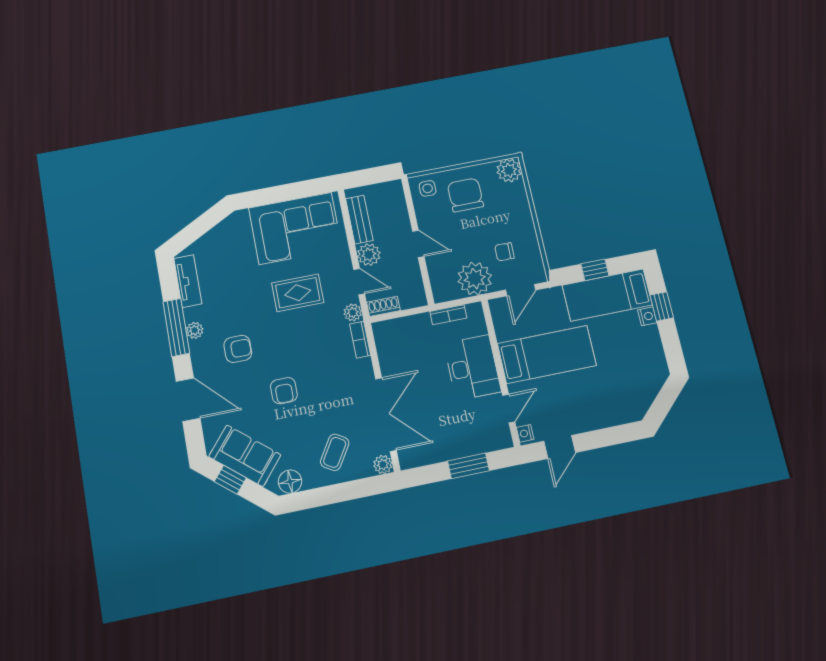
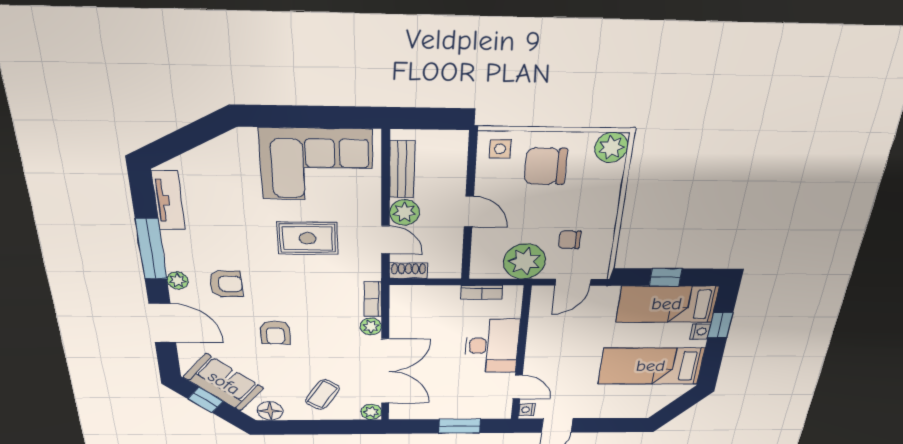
chair: (465, 195) -> (546, 166), turned -90
plant: (353, 312) -> (371, 326), moved
plant: (195, 330) -> (178, 280), moved
bed: (547, 354) -> (651, 366), moved, turned 180
door: (509, 408) -> (518, 387), hinge flipped

